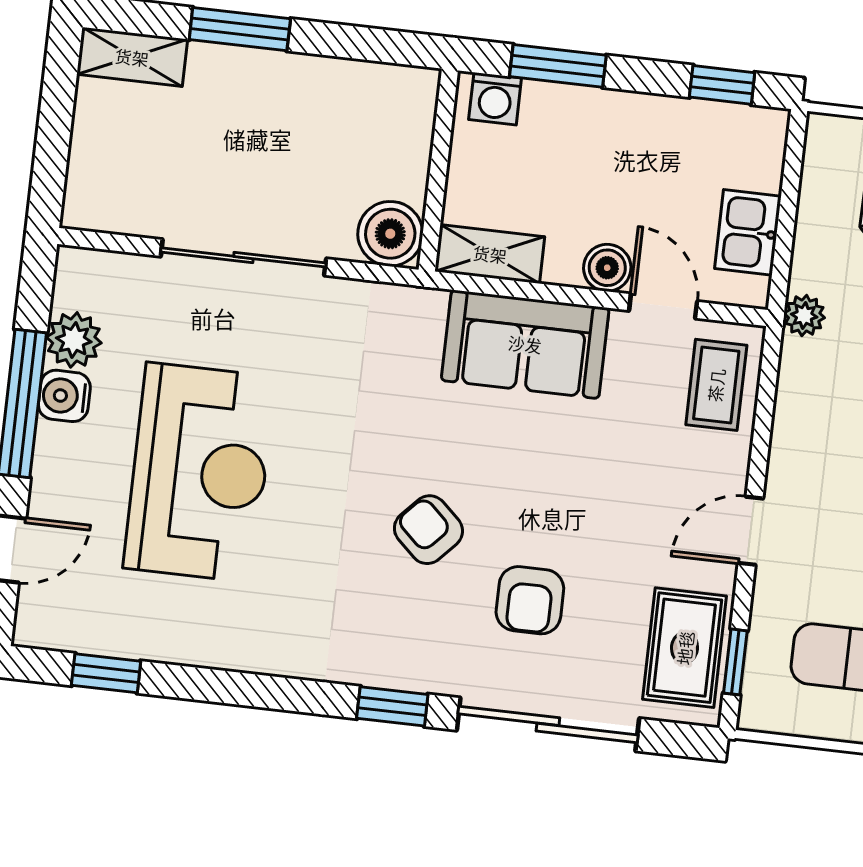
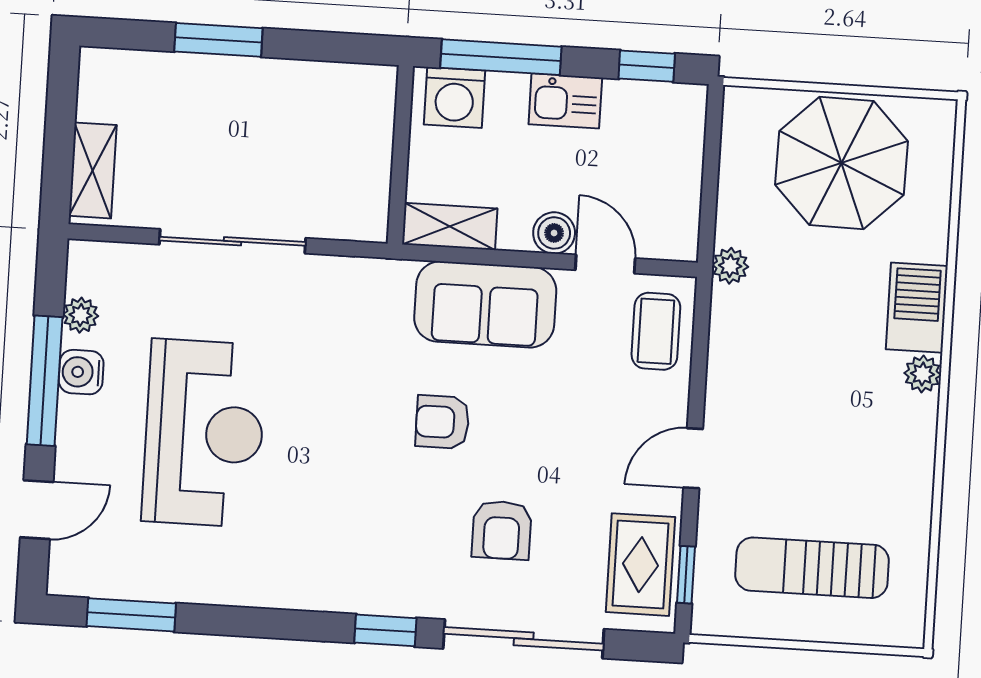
shelving: (132, 57) -> (93, 170), moved, turned 90
window: (558, 66) -> (501, 57), width x1.44
washing machine: (495, 99) -> (455, 98), width x1.38, depth x1.38
kitchen sink: (748, 232) -> (565, 101), moved, turned -90
boiler: (390, 234) -> (361, 213), removed
plant: (74, 340) -> (81, 315), width x0.73, depth x0.73
armchair: (428, 530) -> (442, 422), moved, turned -43
window: (106, 673) -> (131, 615), width x1.50

